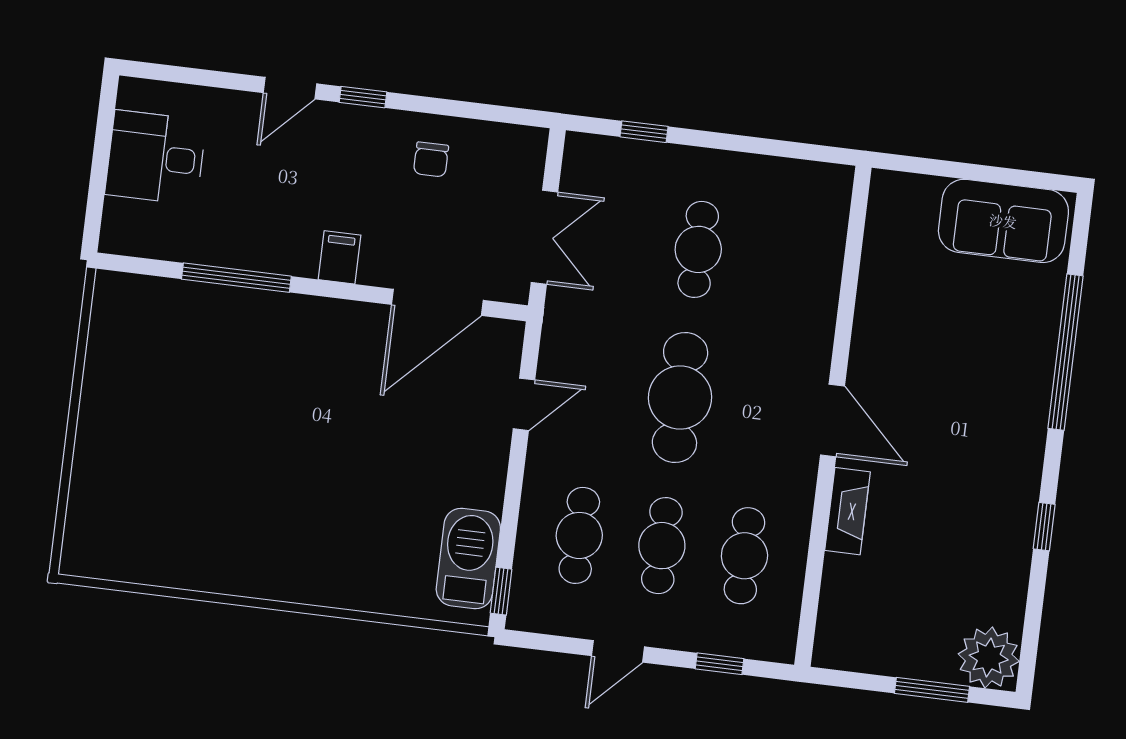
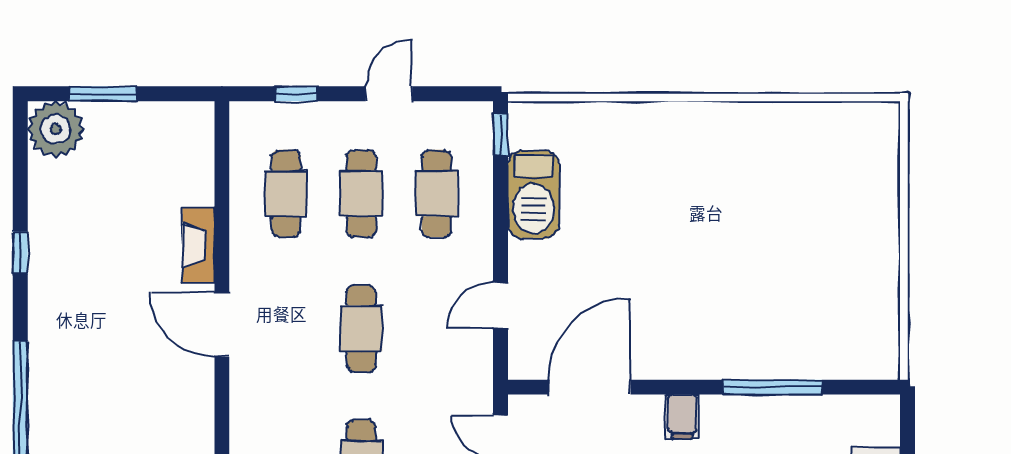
cafe table: (680, 398) -> (361, 328), width x0.73, depth x0.74
barbecue: (468, 559) -> (533, 194), moved

